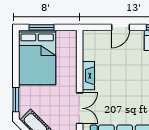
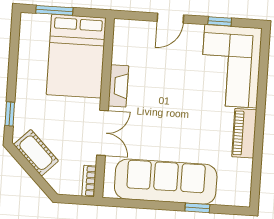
bed: (37, 57) -> (76, 56), moved
window: (16, 100) -> (10, 114), width x0.67

